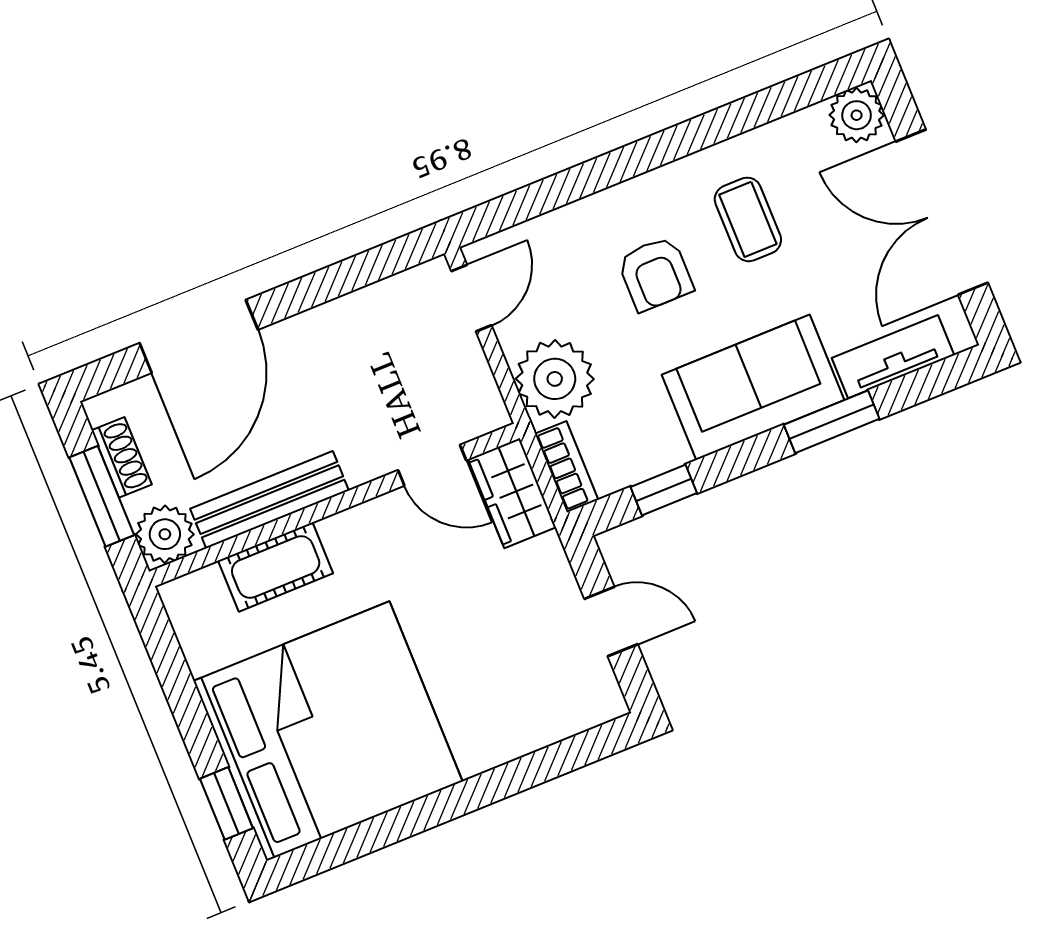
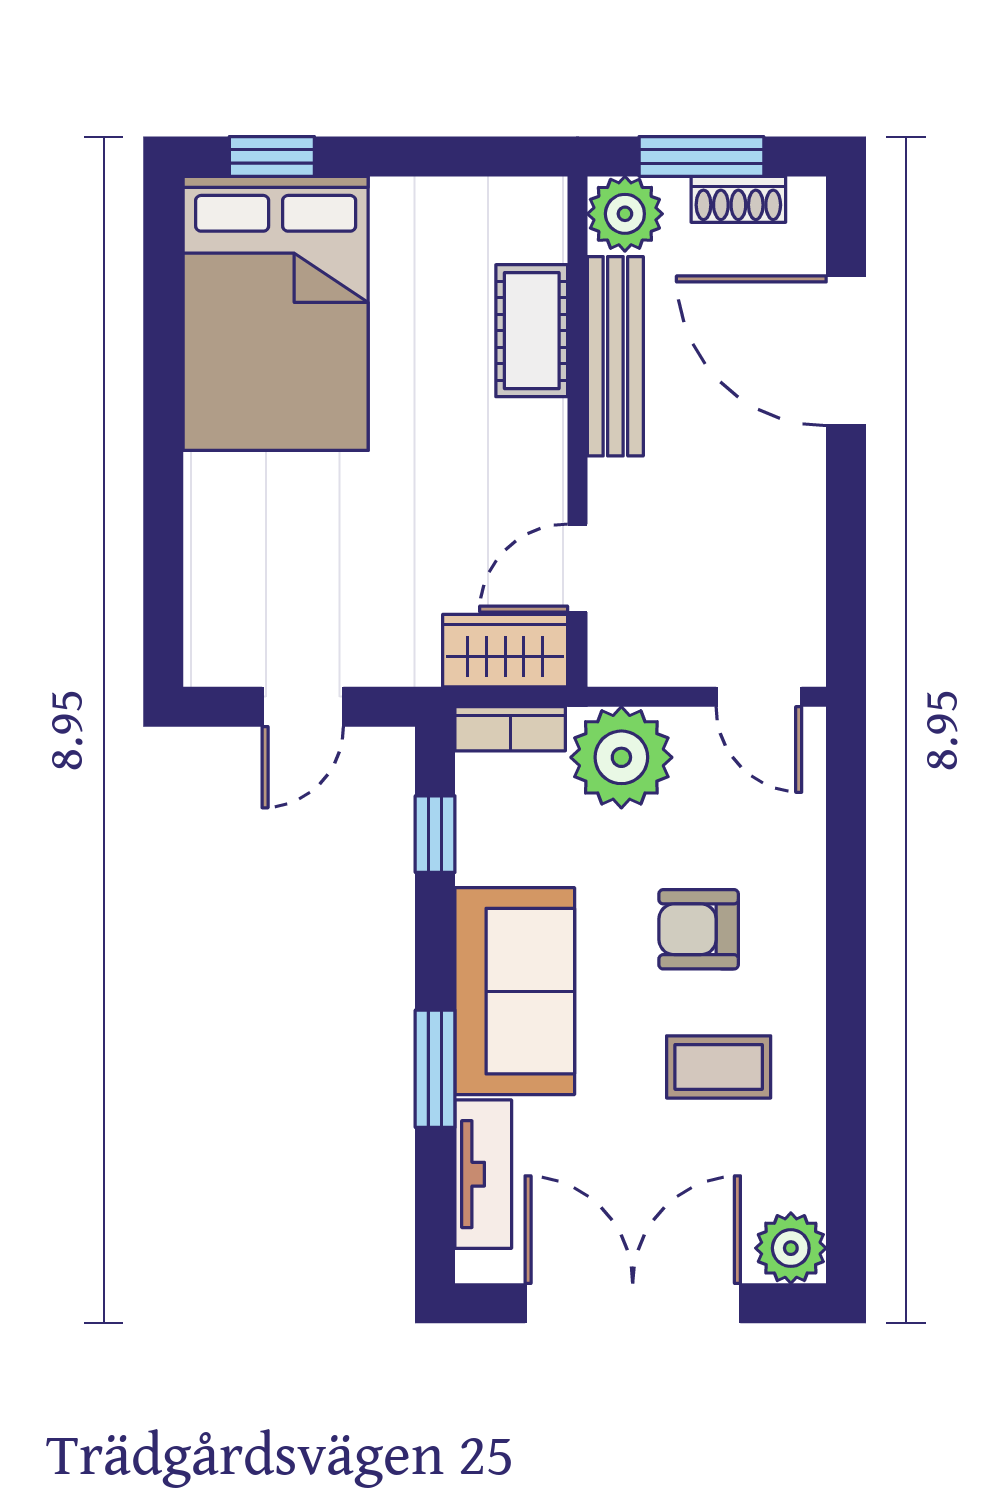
bed: (328, 731) -> (276, 313), width x0.73

